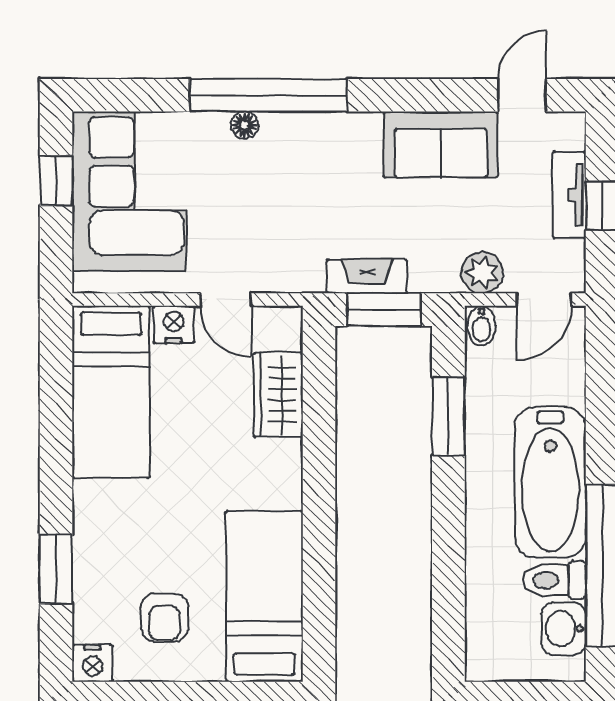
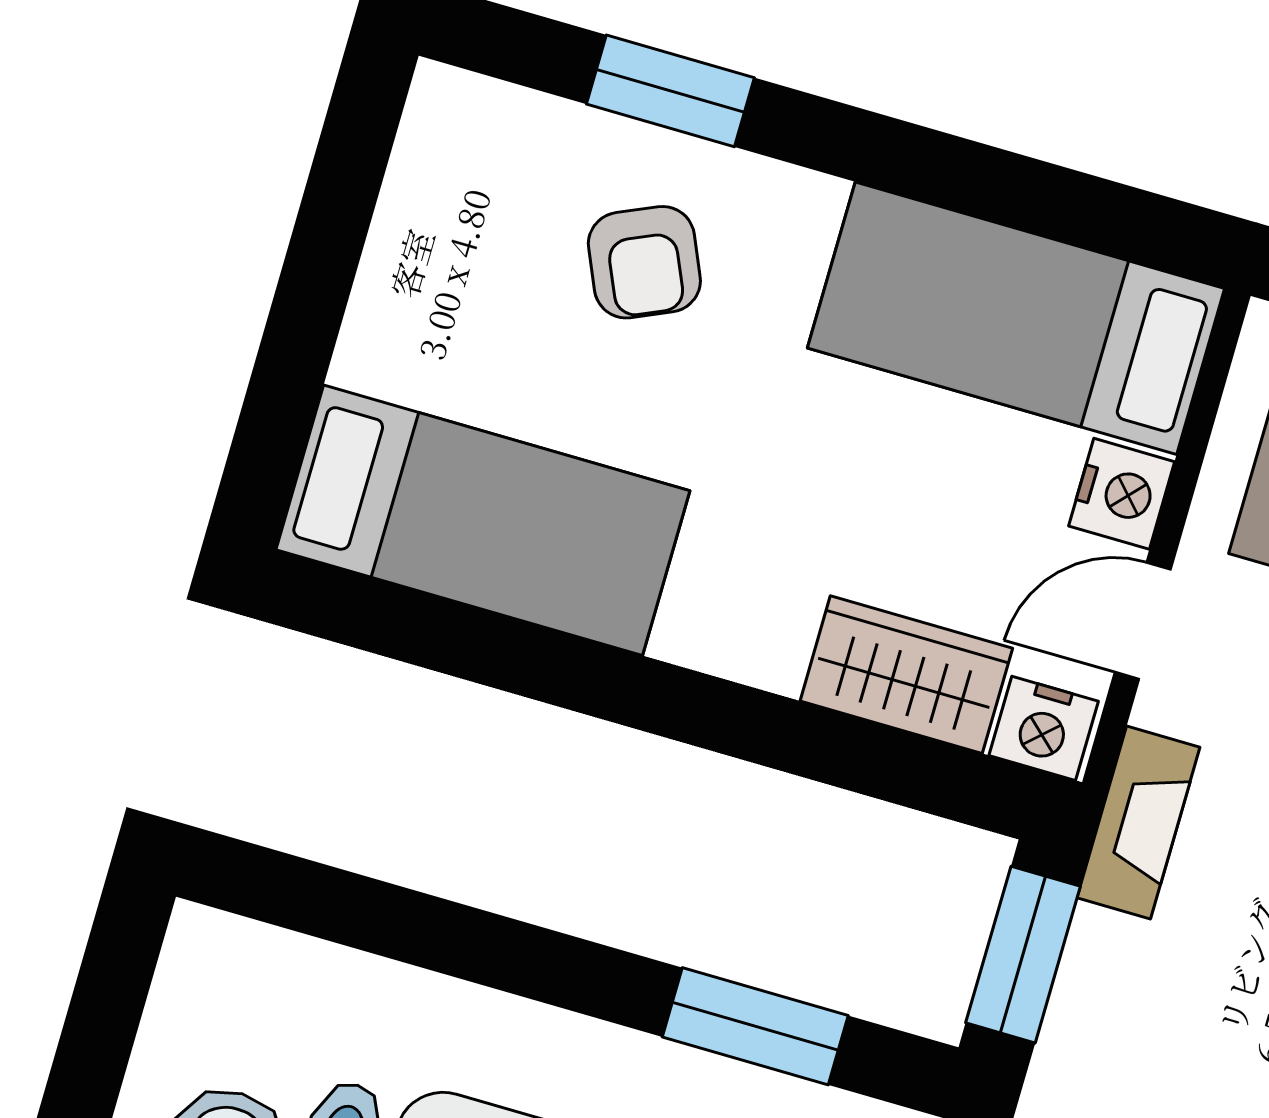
fireplace: (367, 276) -> (1138, 822), moved
armchair: (164, 617) -> (644, 262), moved, turned -114
nightstand: (92, 663) -> (1044, 728), moved, turned -90

